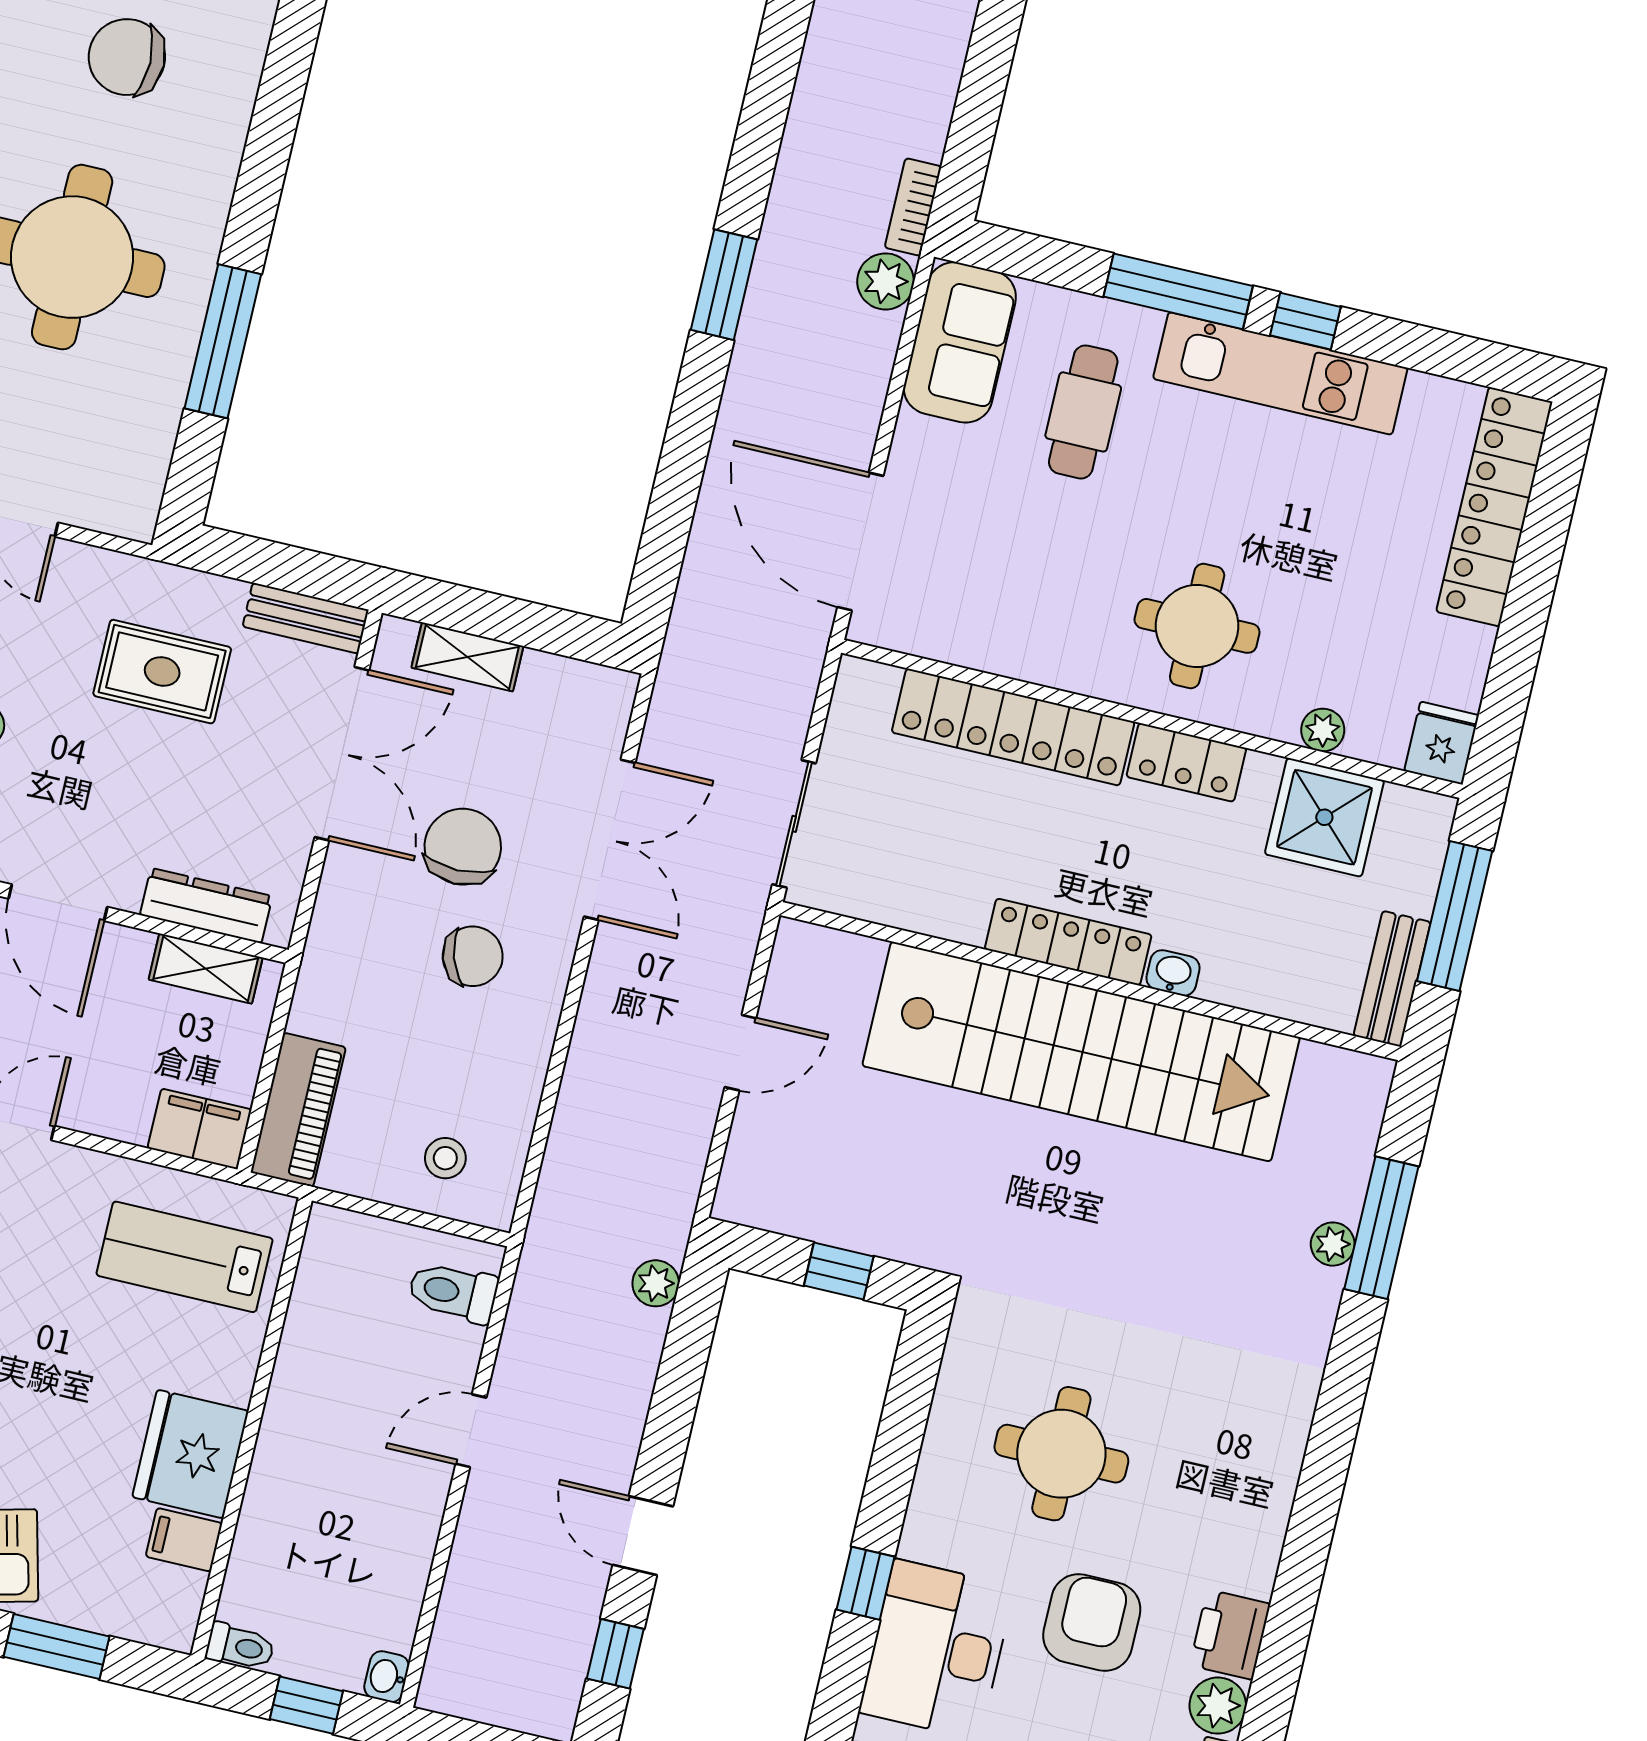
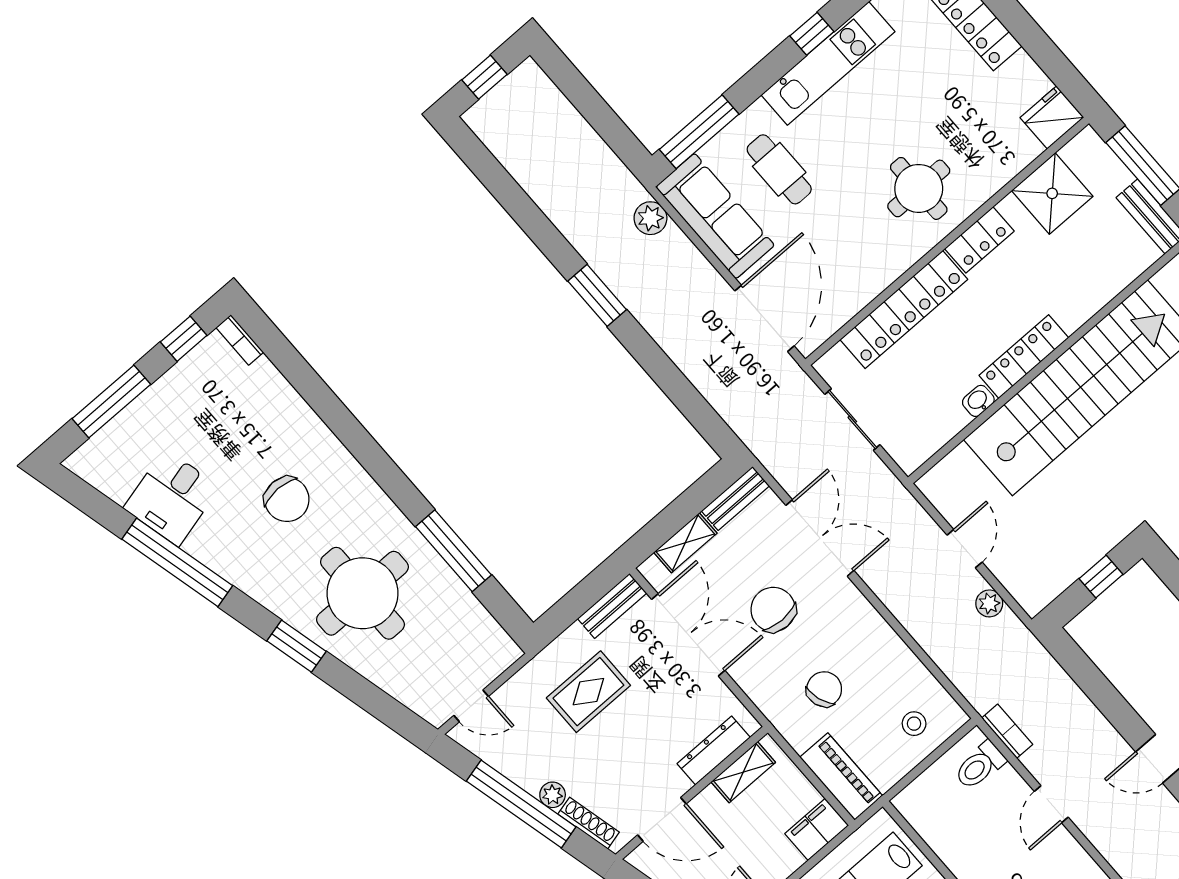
chair: (127, 57) -> (287, 499), turned -90
bookcase: (913, 207) -> (1007, 731), moved, turned 180
window: (1178, 291) -> (699, 132), moved
sofa: (960, 342) -> (715, 216), width x1.36
door: (860, 541) -> (764, 318), swing flipped
bench: (580, 682) -> (735, 498), added
plant: (1323, 730) -> (1010, 165), removed
fridge: (1442, 743) -> (1052, 117), width x1.38
sliding door: (794, 824) -> (852, 420), moved
chair: (473, 956) -> (824, 689), moved
washbasin: (1173, 973) -> (978, 401), moved
plant: (656, 1283) -> (989, 603), moved

